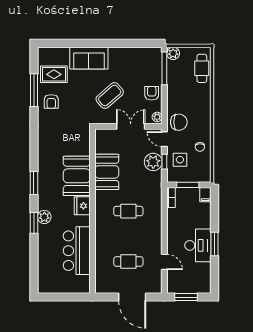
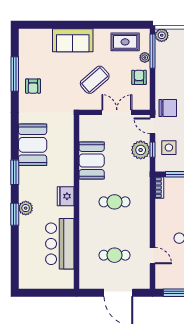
rug: (54, 74) -> (125, 42), moved
plant: (157, 117) -> (145, 57), moved
booth: (77, 176) -> (33, 145), moved

